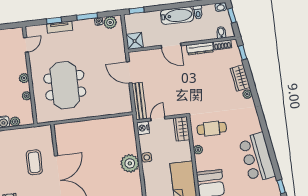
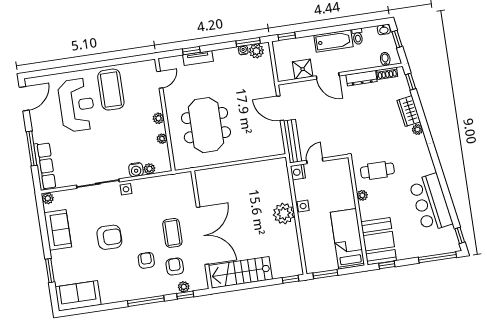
window: (87, 17) -> (248, 42), moved
shower: (135, 41) -> (303, 69), moved
wardrobe: (182, 129) -> (343, 172), removed
coffee table: (34, 162) -> (172, 233), moved

